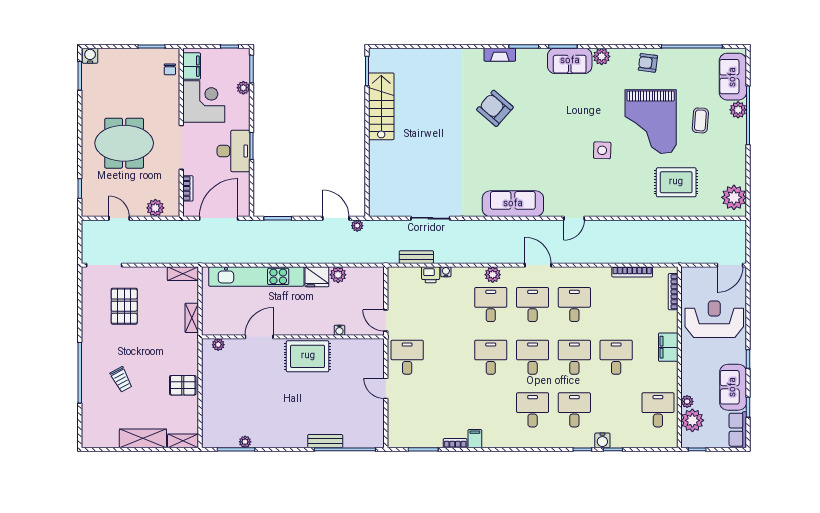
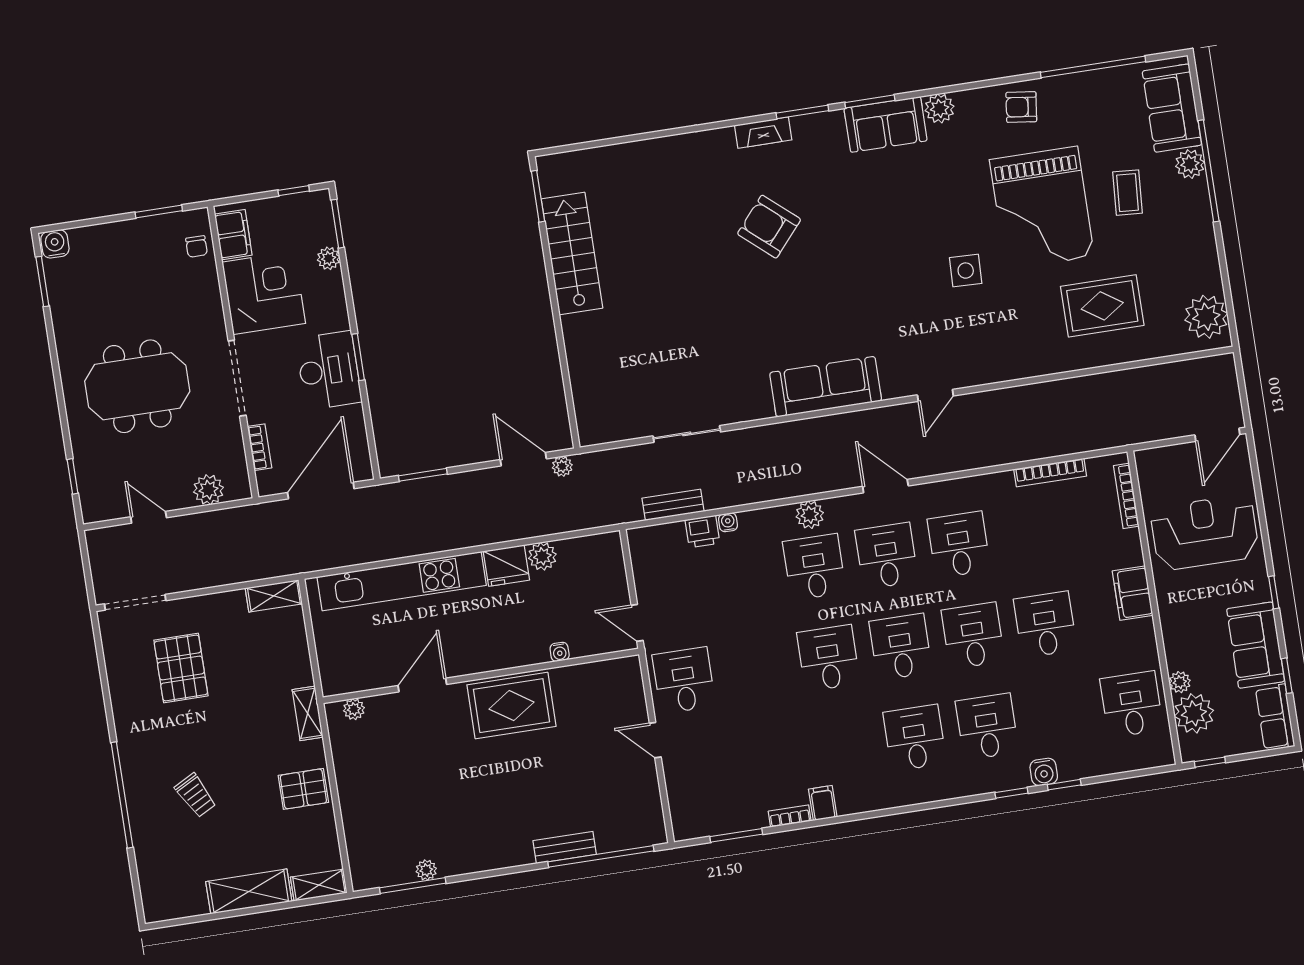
shelving: (192, 318) -> (308, 713), moved

